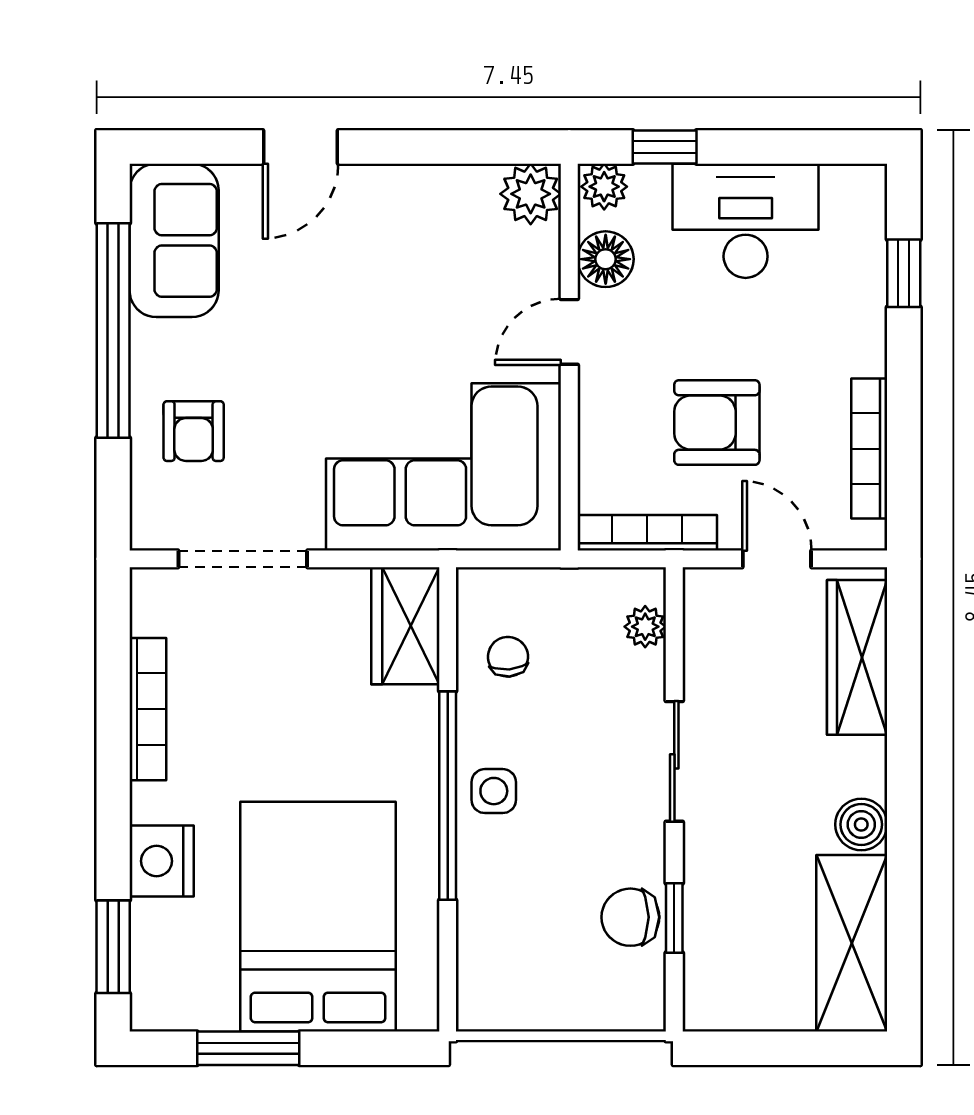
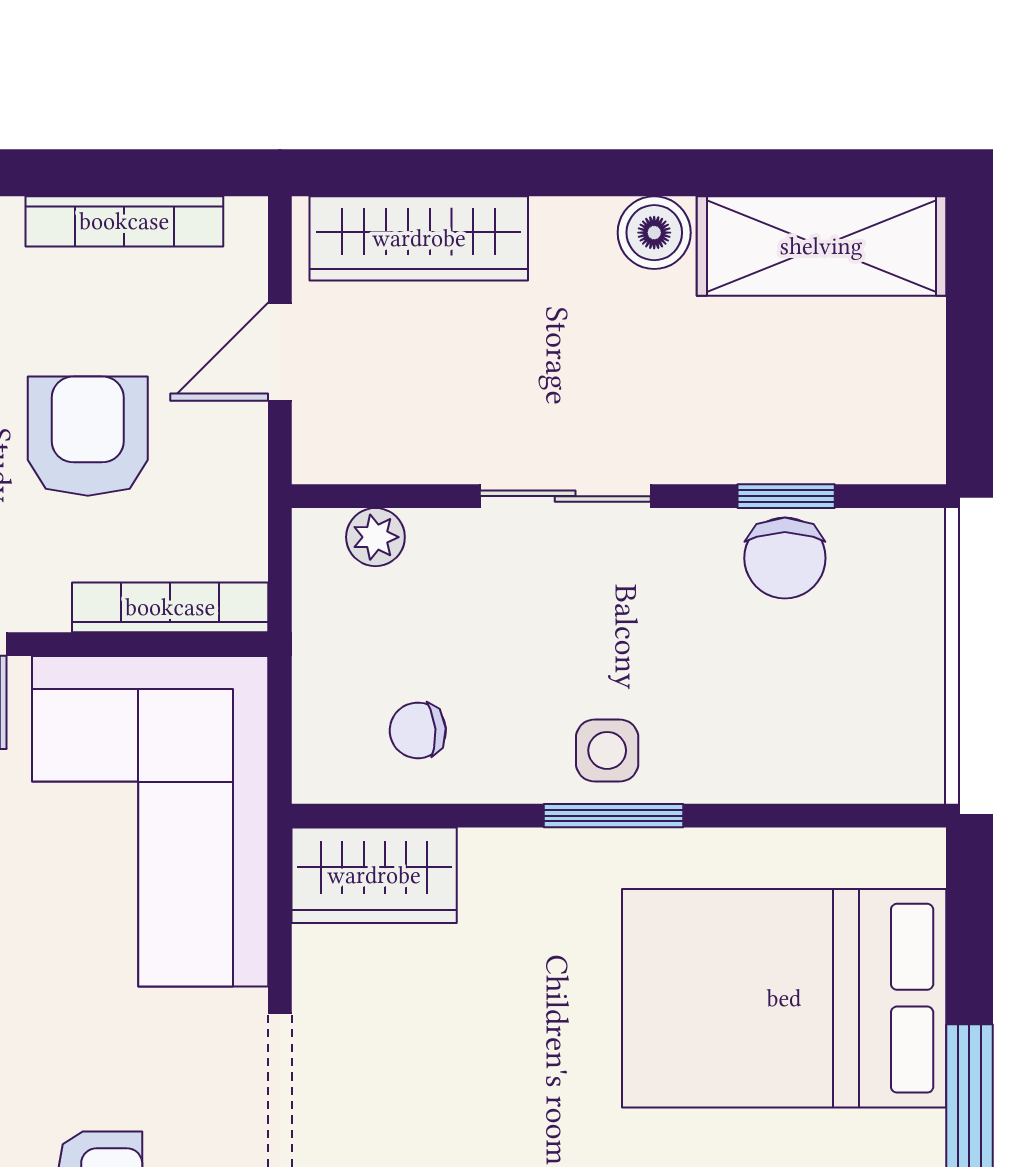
armchair: (717, 423) -> (88, 436), turned 180
bookcase: (647, 533) -> (170, 607), moved, turned 90
window: (448, 796) -> (614, 816), width x0.47

